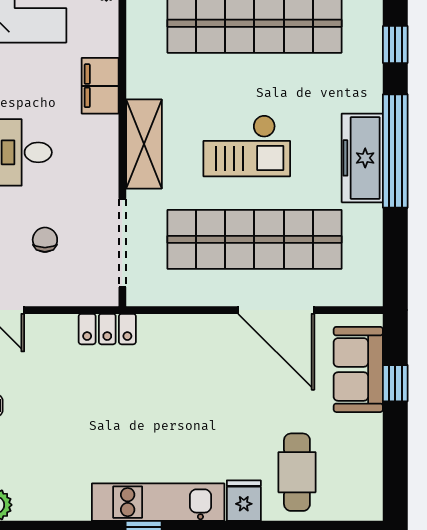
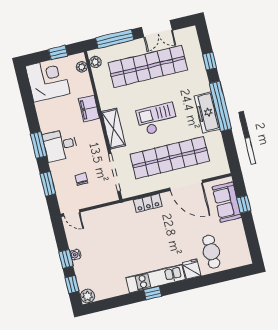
checkout: (247, 146) -> (157, 119), turned 180
locker: (107, 329) -> (148, 203), moved

